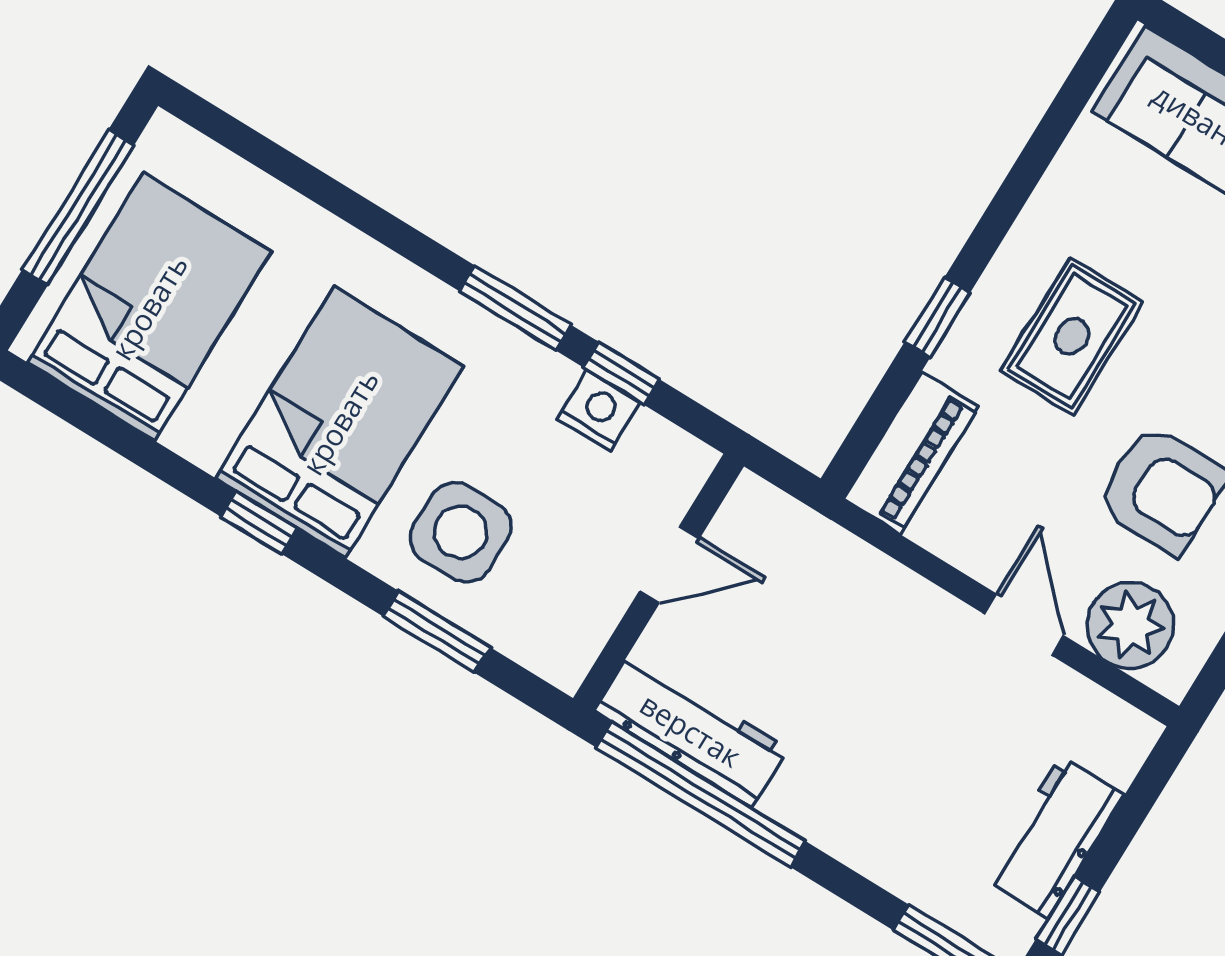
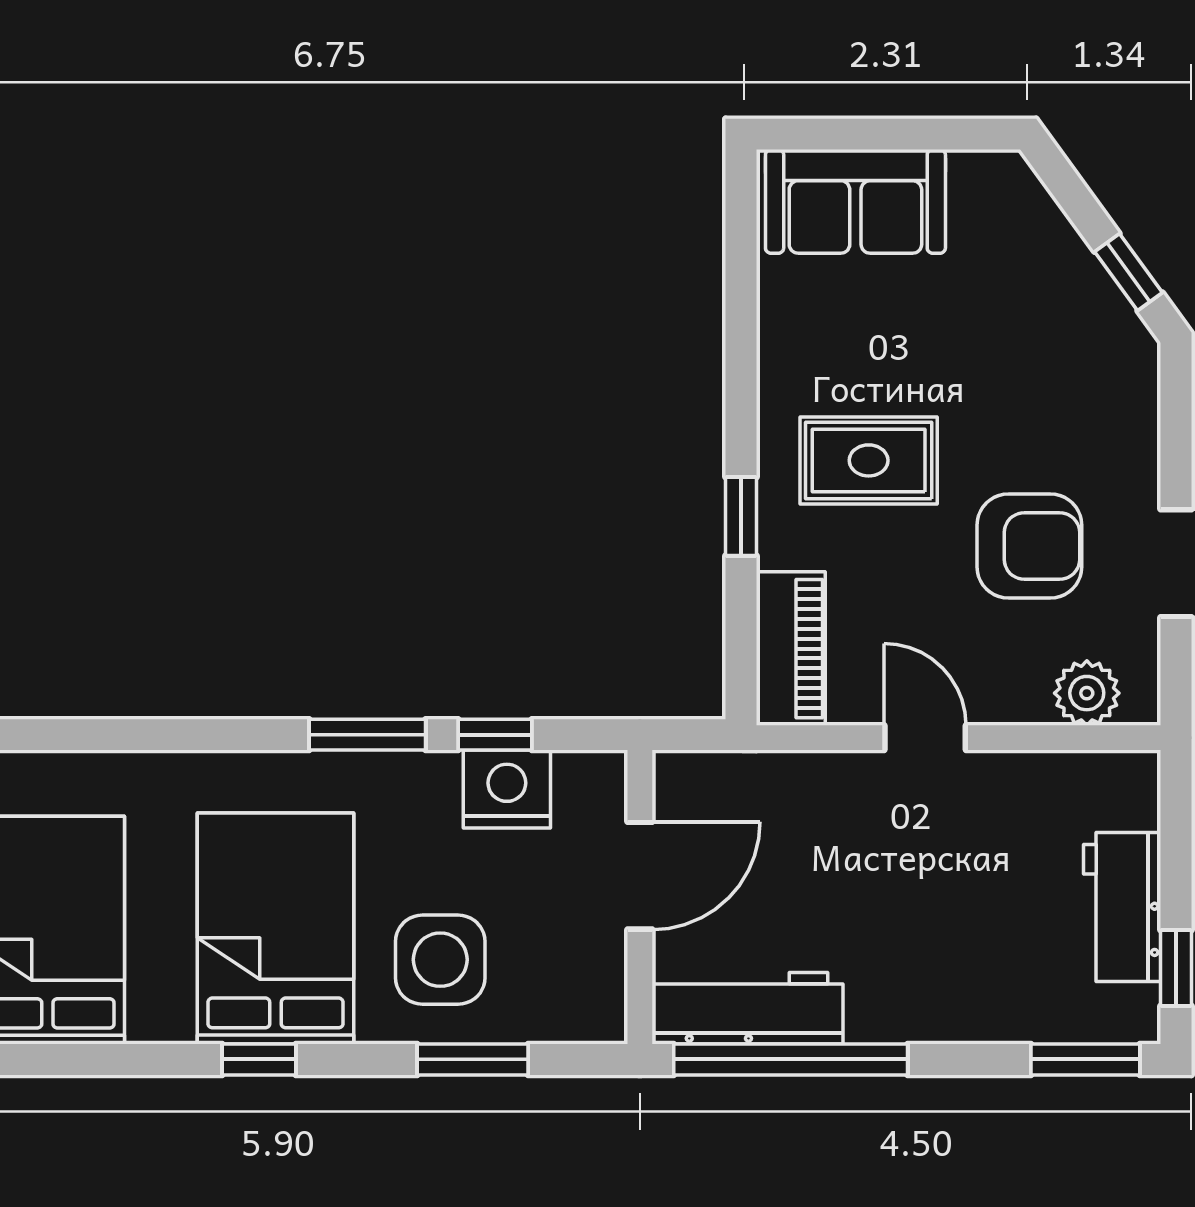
rug: (1072, 336) -> (869, 460), turned 90
nightstand: (599, 411) -> (507, 789), width x1.36, depth x1.33
door: (669, 564) -> (640, 876), width x1.38
door: (1024, 625) -> (925, 738), moved
plant: (1131, 625) -> (1087, 693), width x0.73, depth x0.73

